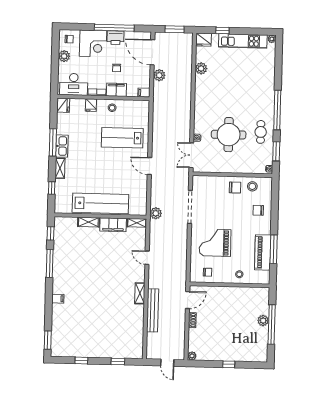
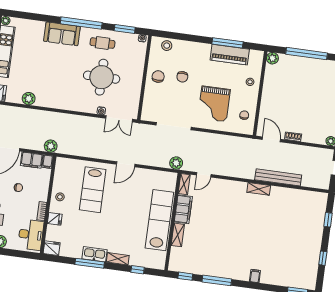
plant: (159, 75) -> (51, 146), moved
filing cabinet: (116, 90) -> (32, 160), moved, turned -90
sofa: (265, 93) -> (62, 34), added
stool: (252, 186) -> (167, 46), moved
chair: (258, 210) -> (182, 77), moved
door: (147, 258) -> (204, 175), moved
plant: (263, 321) -> (272, 58), moved

